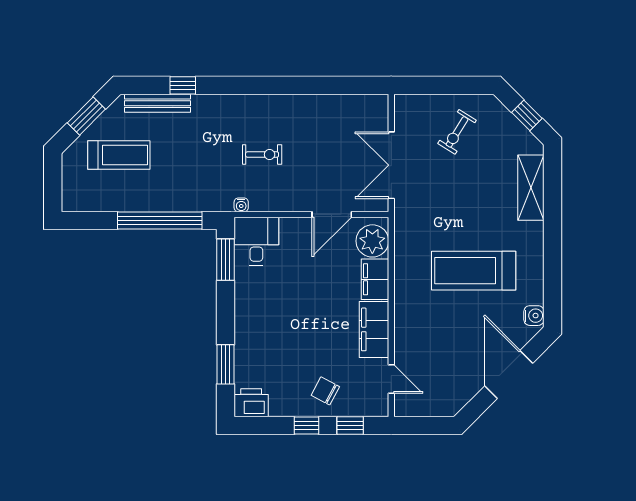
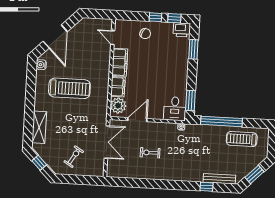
treadmill: (119, 155) -> (242, 139), moved
exercise bike: (262, 155) -> (150, 153), moved
window: (350, 426) -> (174, 18), moved

